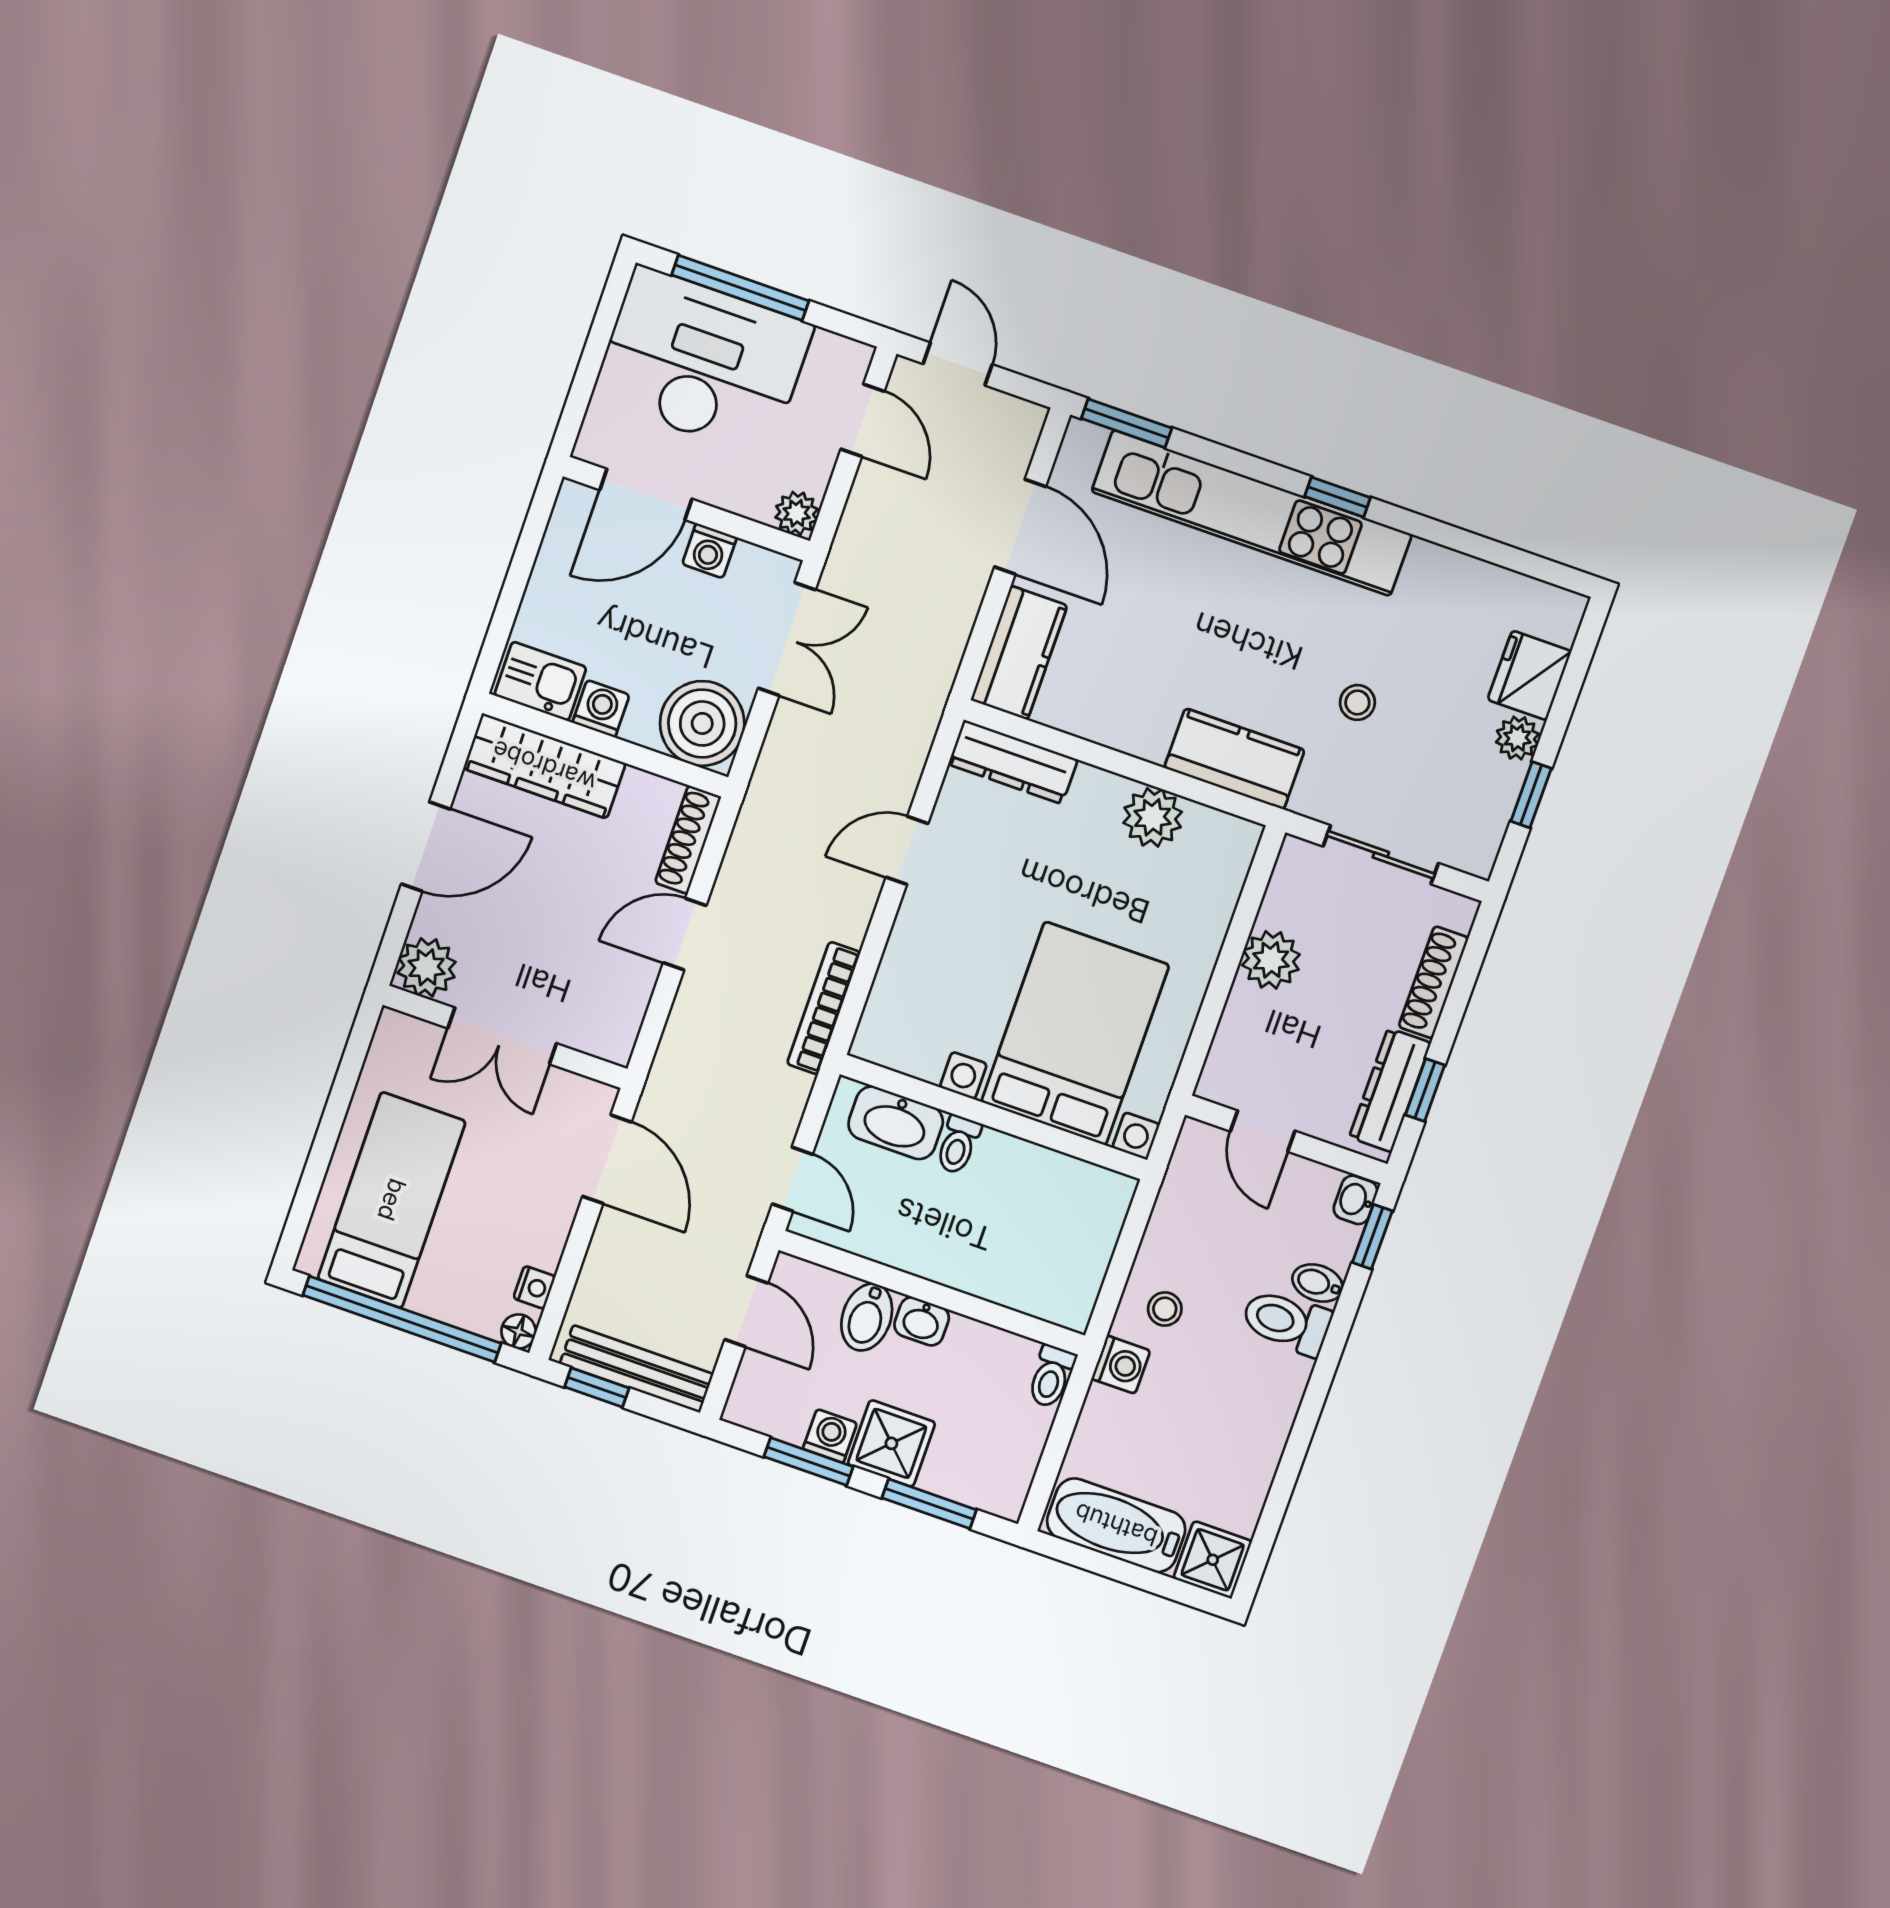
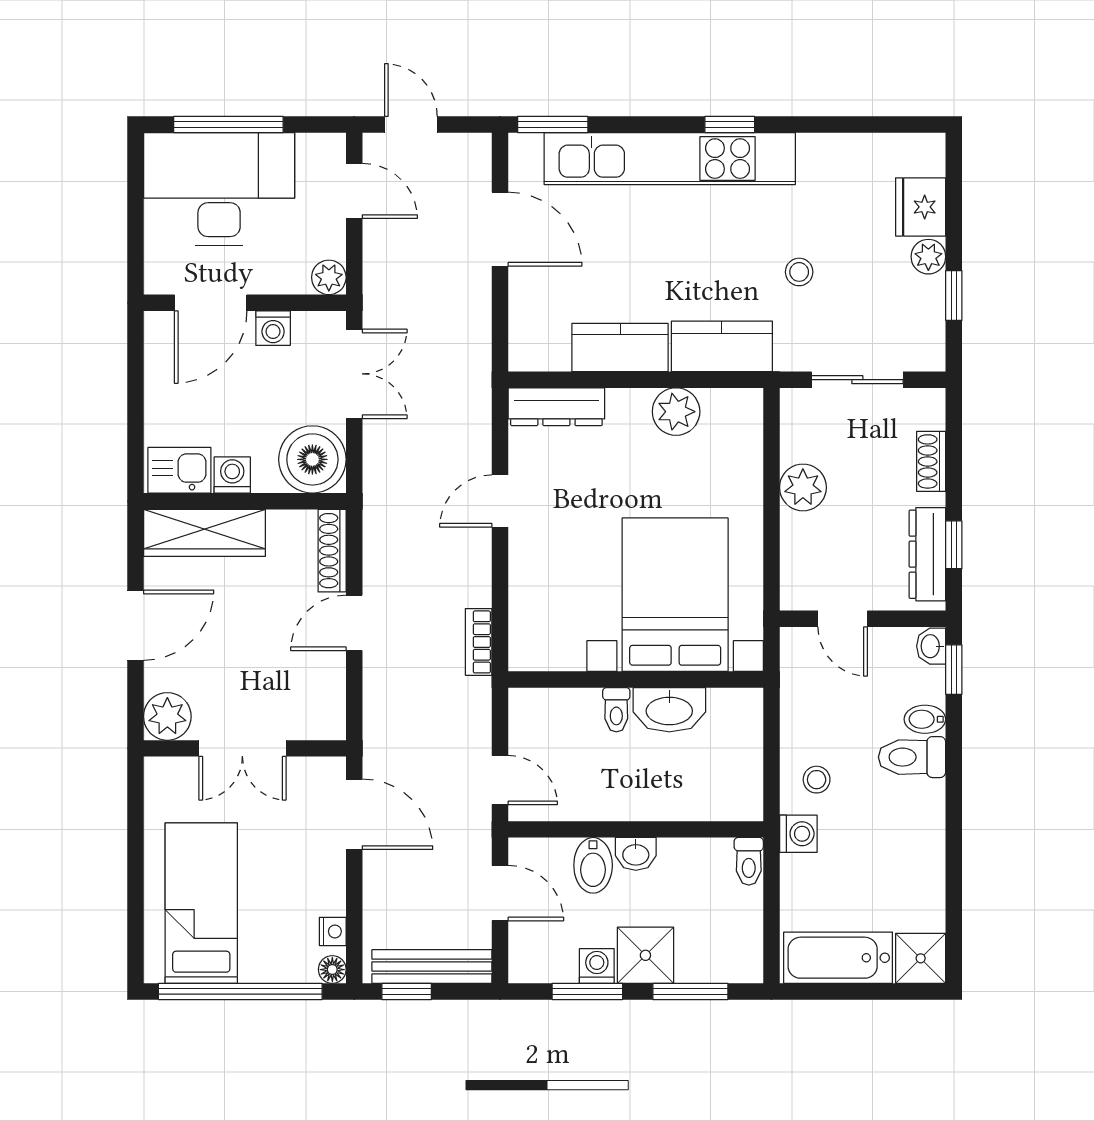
kitchen counter: (1019, 653) -> (620, 348), moved, turned -90
shoe rack: (1434, 982) -> (931, 461), width x0.70
bookcase: (824, 1008) -> (479, 642), width x0.64
washbasin: (896, 1123) -> (669, 710), moved

